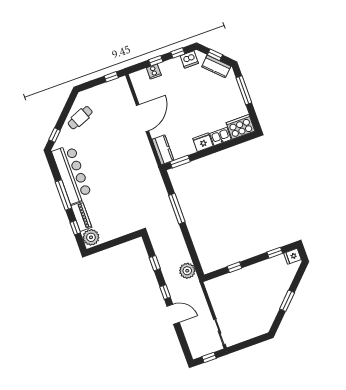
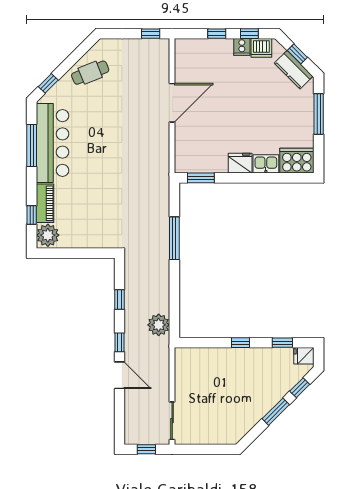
cooker: (154, 72) -> (242, 47), moved
kitchen counter: (163, 150) -> (184, 154), removed
window: (63, 195) -> (32, 145), moved
window: (234, 267) -> (240, 343), moved
window: (297, 279) -> (300, 388), added

